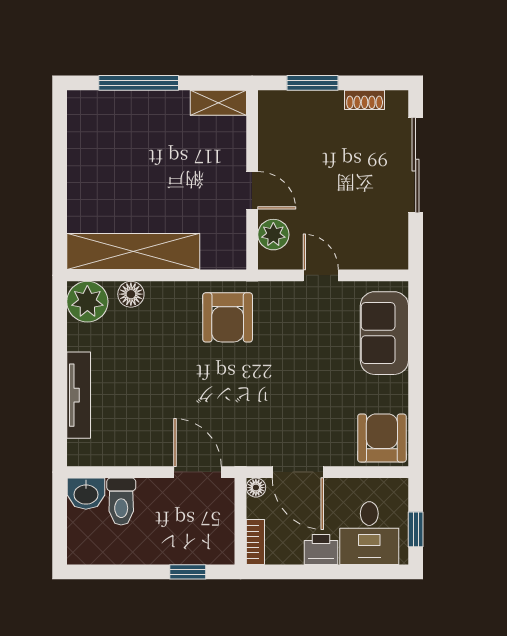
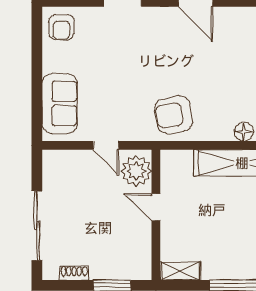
plant: (273, 235) -> (136, 171), width x1.36, depth x1.36
armchair: (228, 317) -> (174, 115), turned -99
armchair: (382, 438) -> (61, 27), width x0.72, depth x0.72

